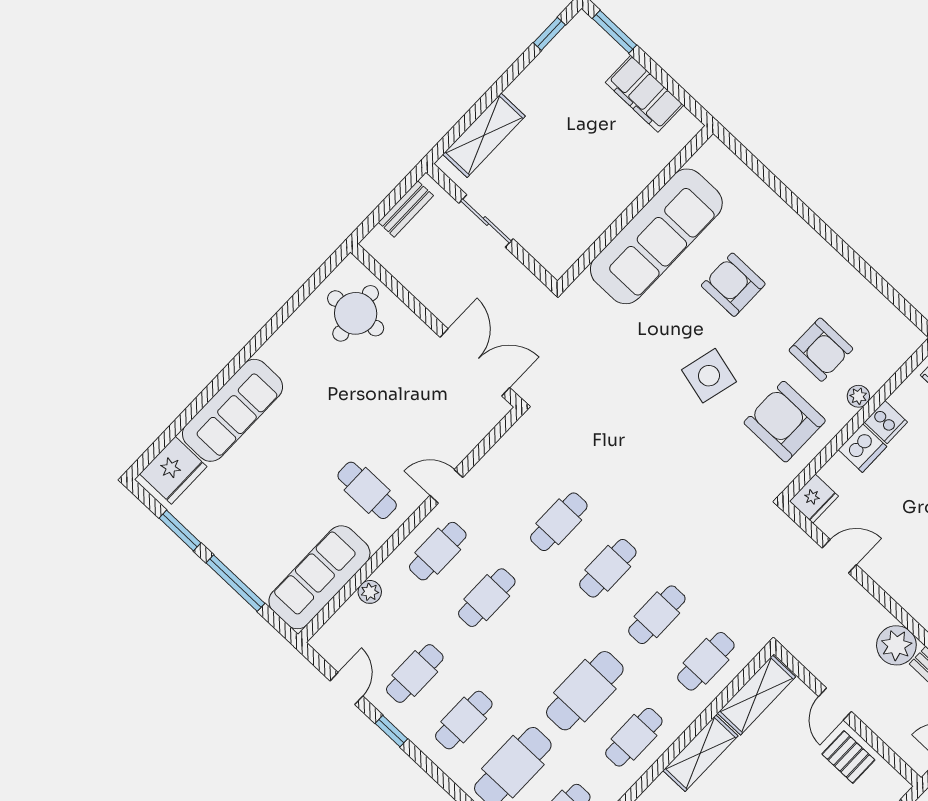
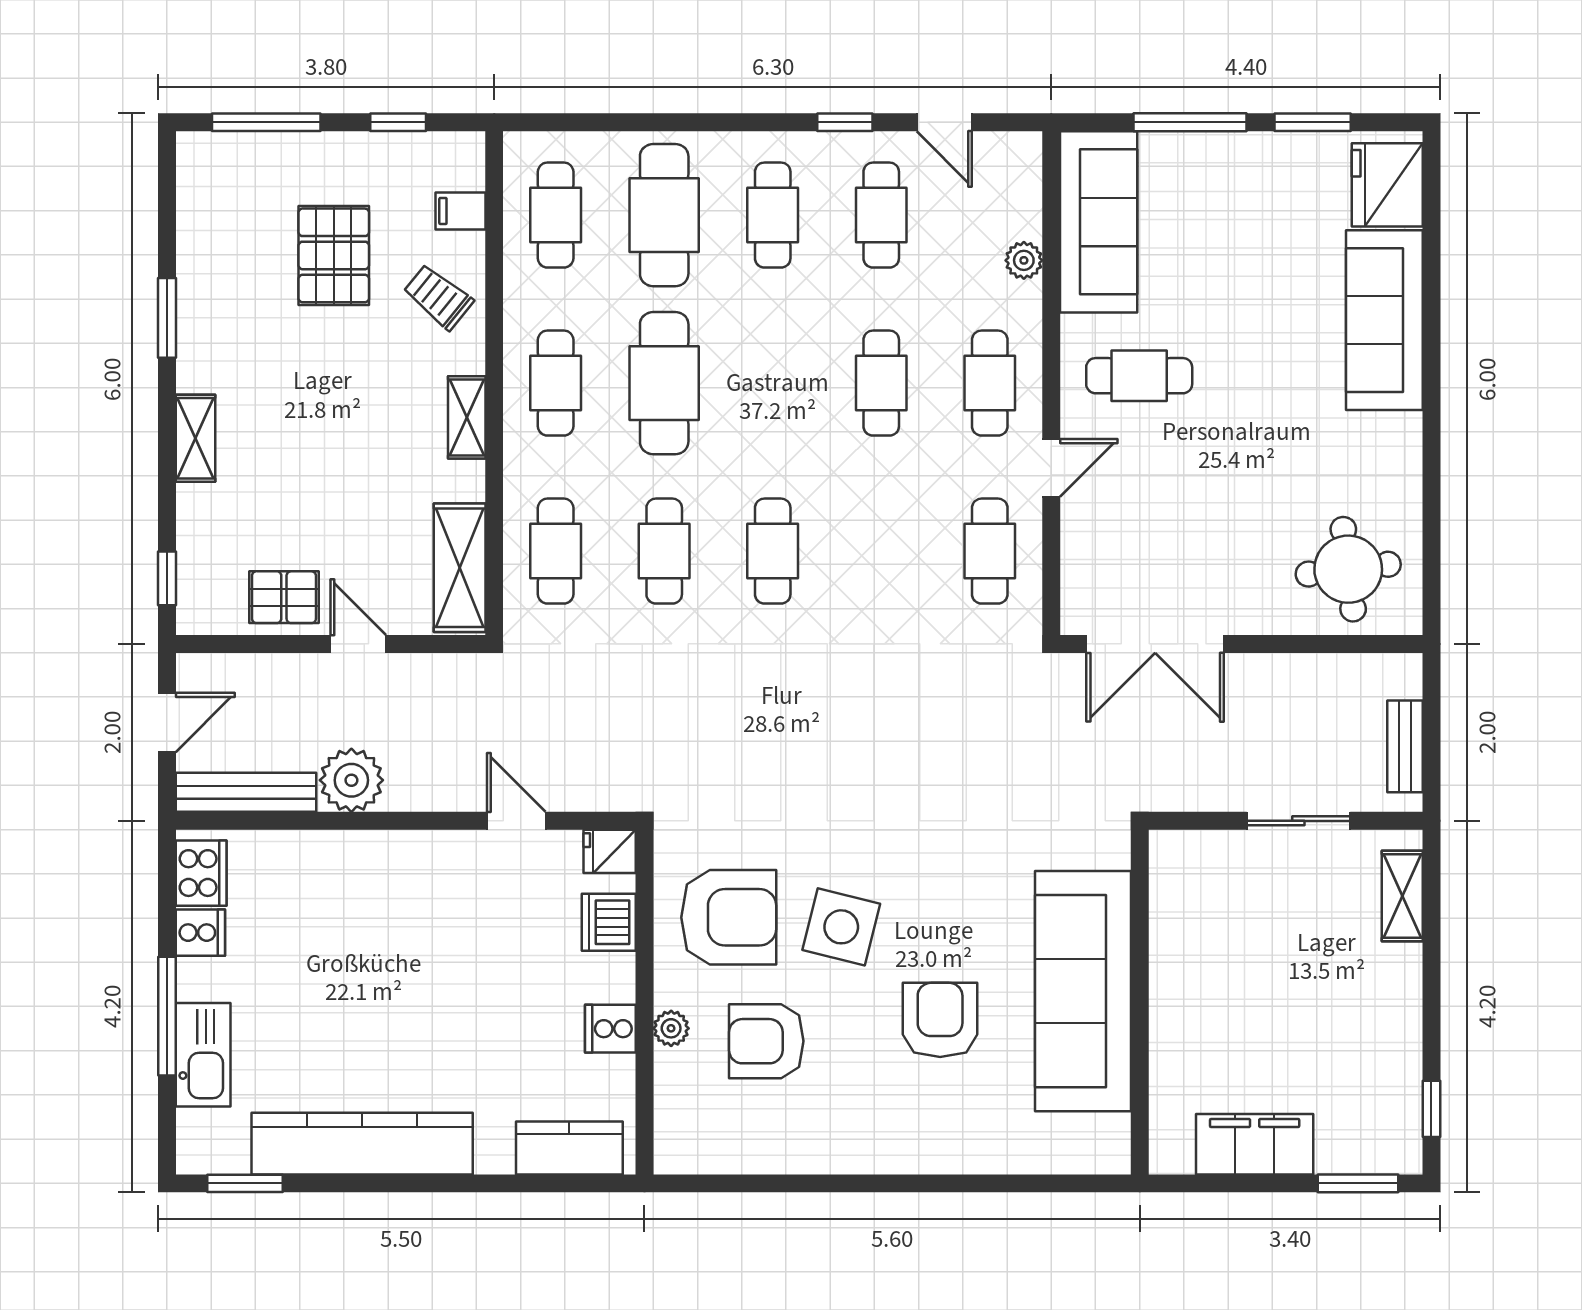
shelving: (484, 135) -> (1402, 896), width x0.67, depth x0.75
armchair: (733, 285) -> (940, 1020), turned -90
side table: (709, 376) -> (841, 927), moved
dishwasher: (863, 448) -> (609, 922), moved
fridge: (814, 499) -> (610, 851), width x0.72
cafe table: (559, 522) -> (990, 551), moved
door: (839, 556) -> (516, 821), swing flipped
shelving: (700, 753) -> (467, 417), width x0.67, depth x0.75

